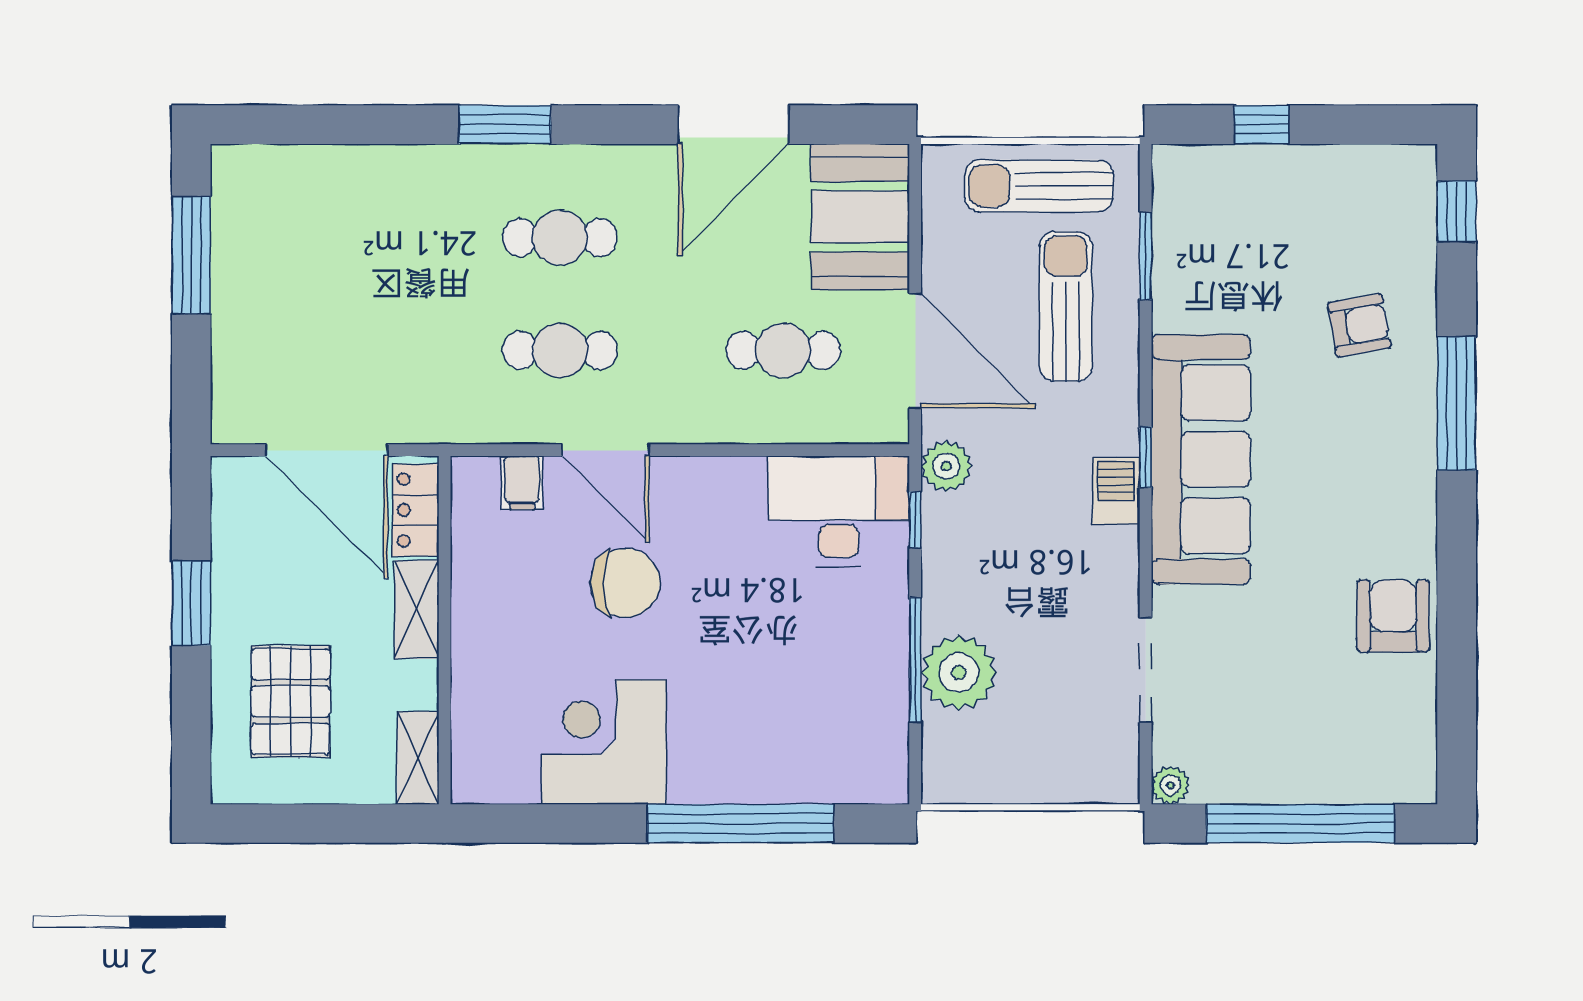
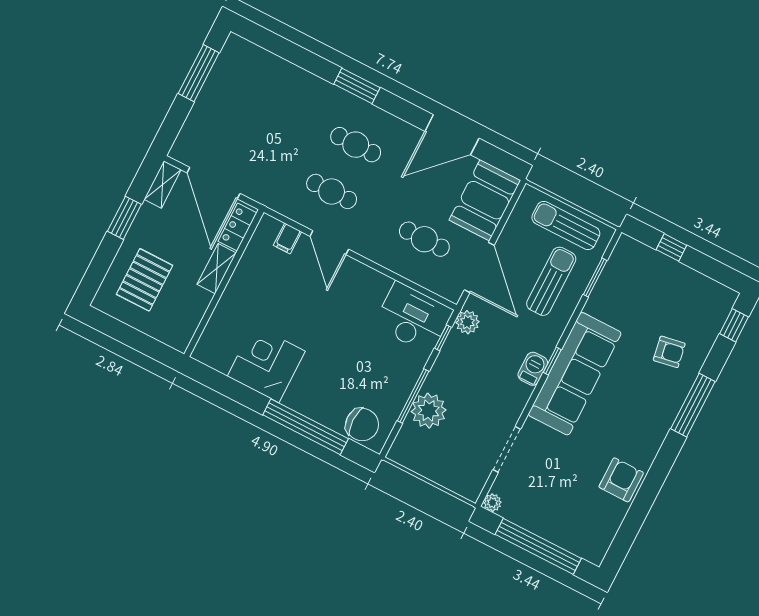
chair: (625, 583) -> (362, 425), moved
shelving: (418, 758) -> (163, 184), moved

